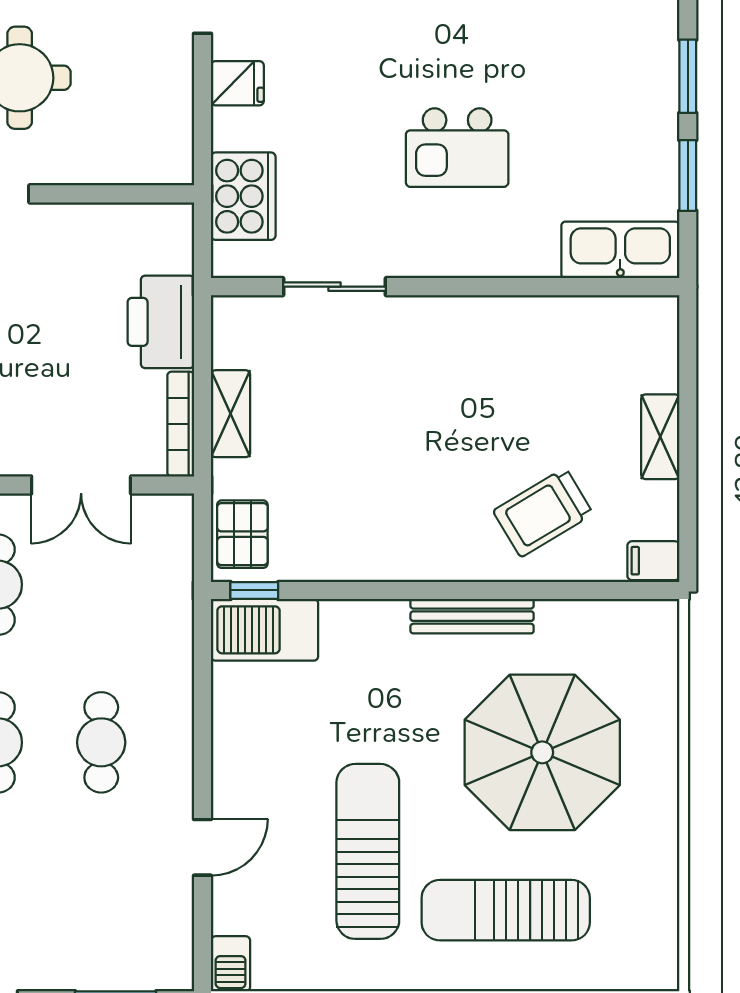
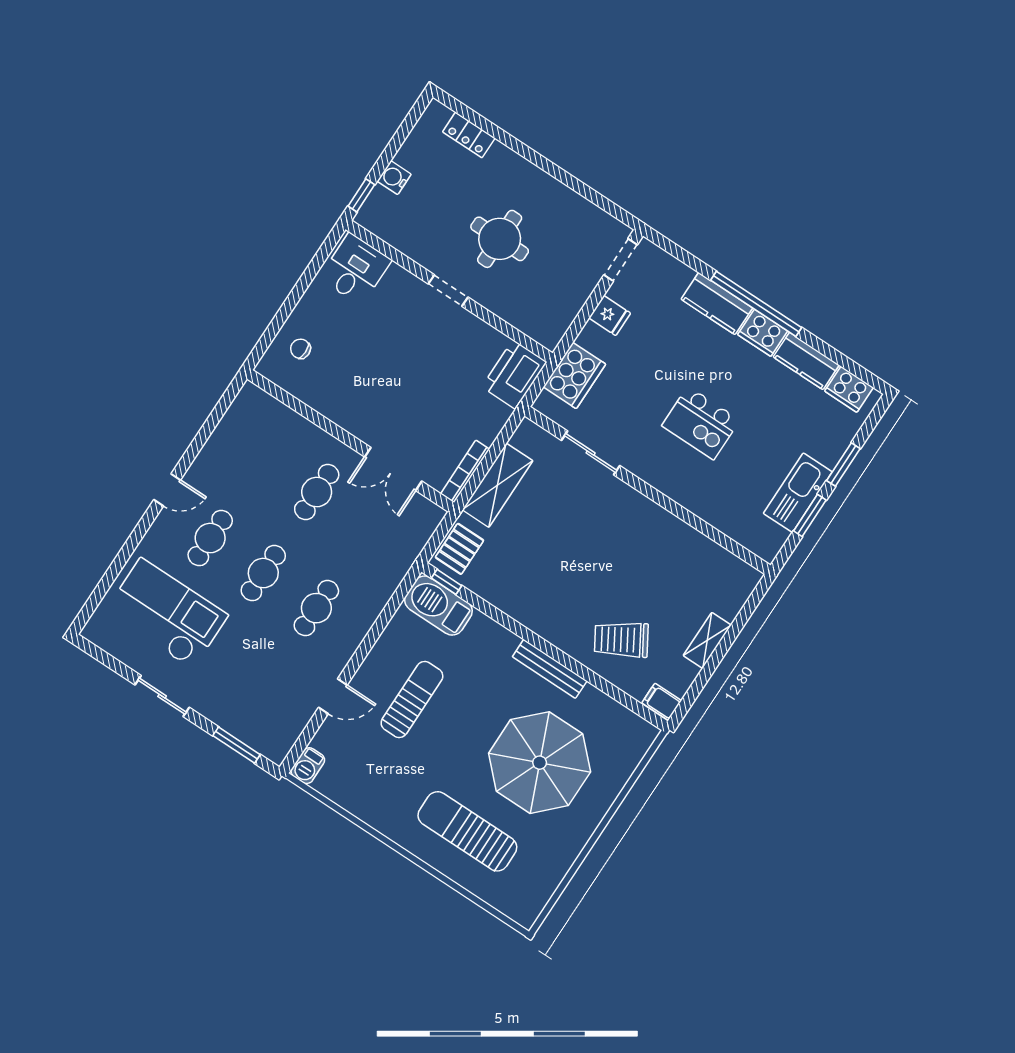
kitchen sink: (620, 250) -> (798, 493), moved, turned -90
printer: (161, 322) -> (514, 375), moved
shelving: (231, 414) -> (498, 485), width x1.50, depth x1.33
sun lounger: (368, 851) -> (412, 700), moved, width x0.73, depth x0.75

